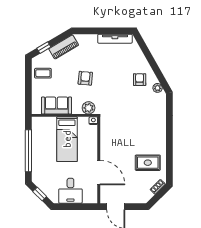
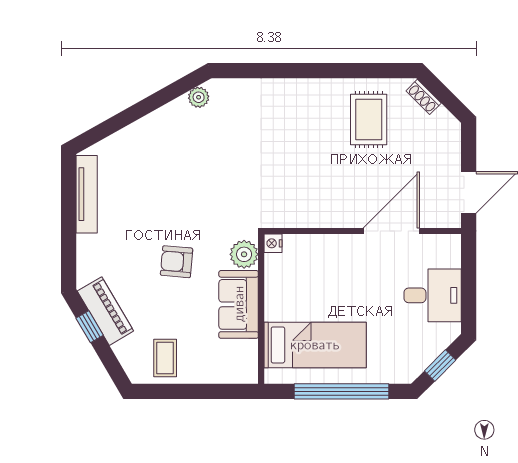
window: (44, 48) -> (90, 327), moved
armchair: (140, 80) -> (180, 138), removed
sofa: (56, 105) -> (239, 304), moved
bed: (67, 139) -> (315, 345), moved

